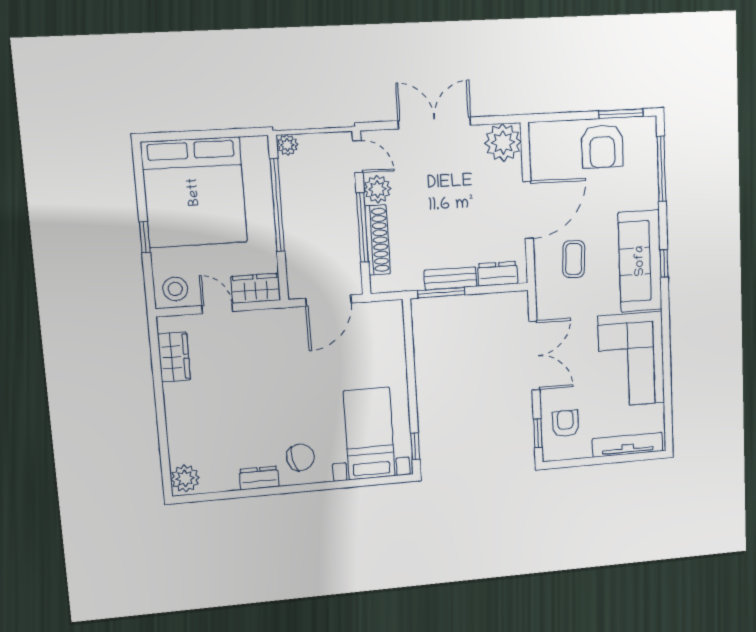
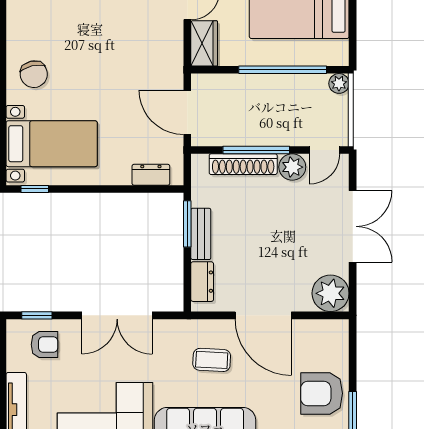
dresser: (259, 478) -> (151, 175), moved, turned -90

